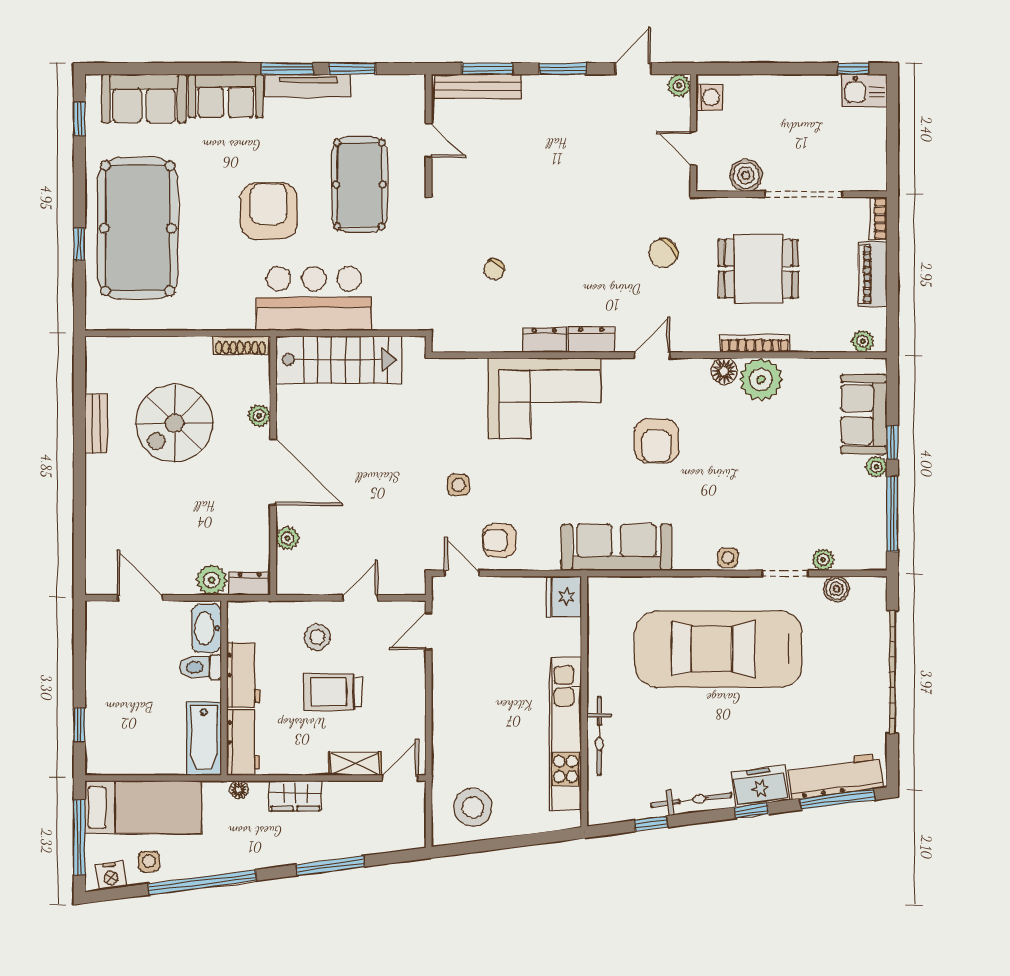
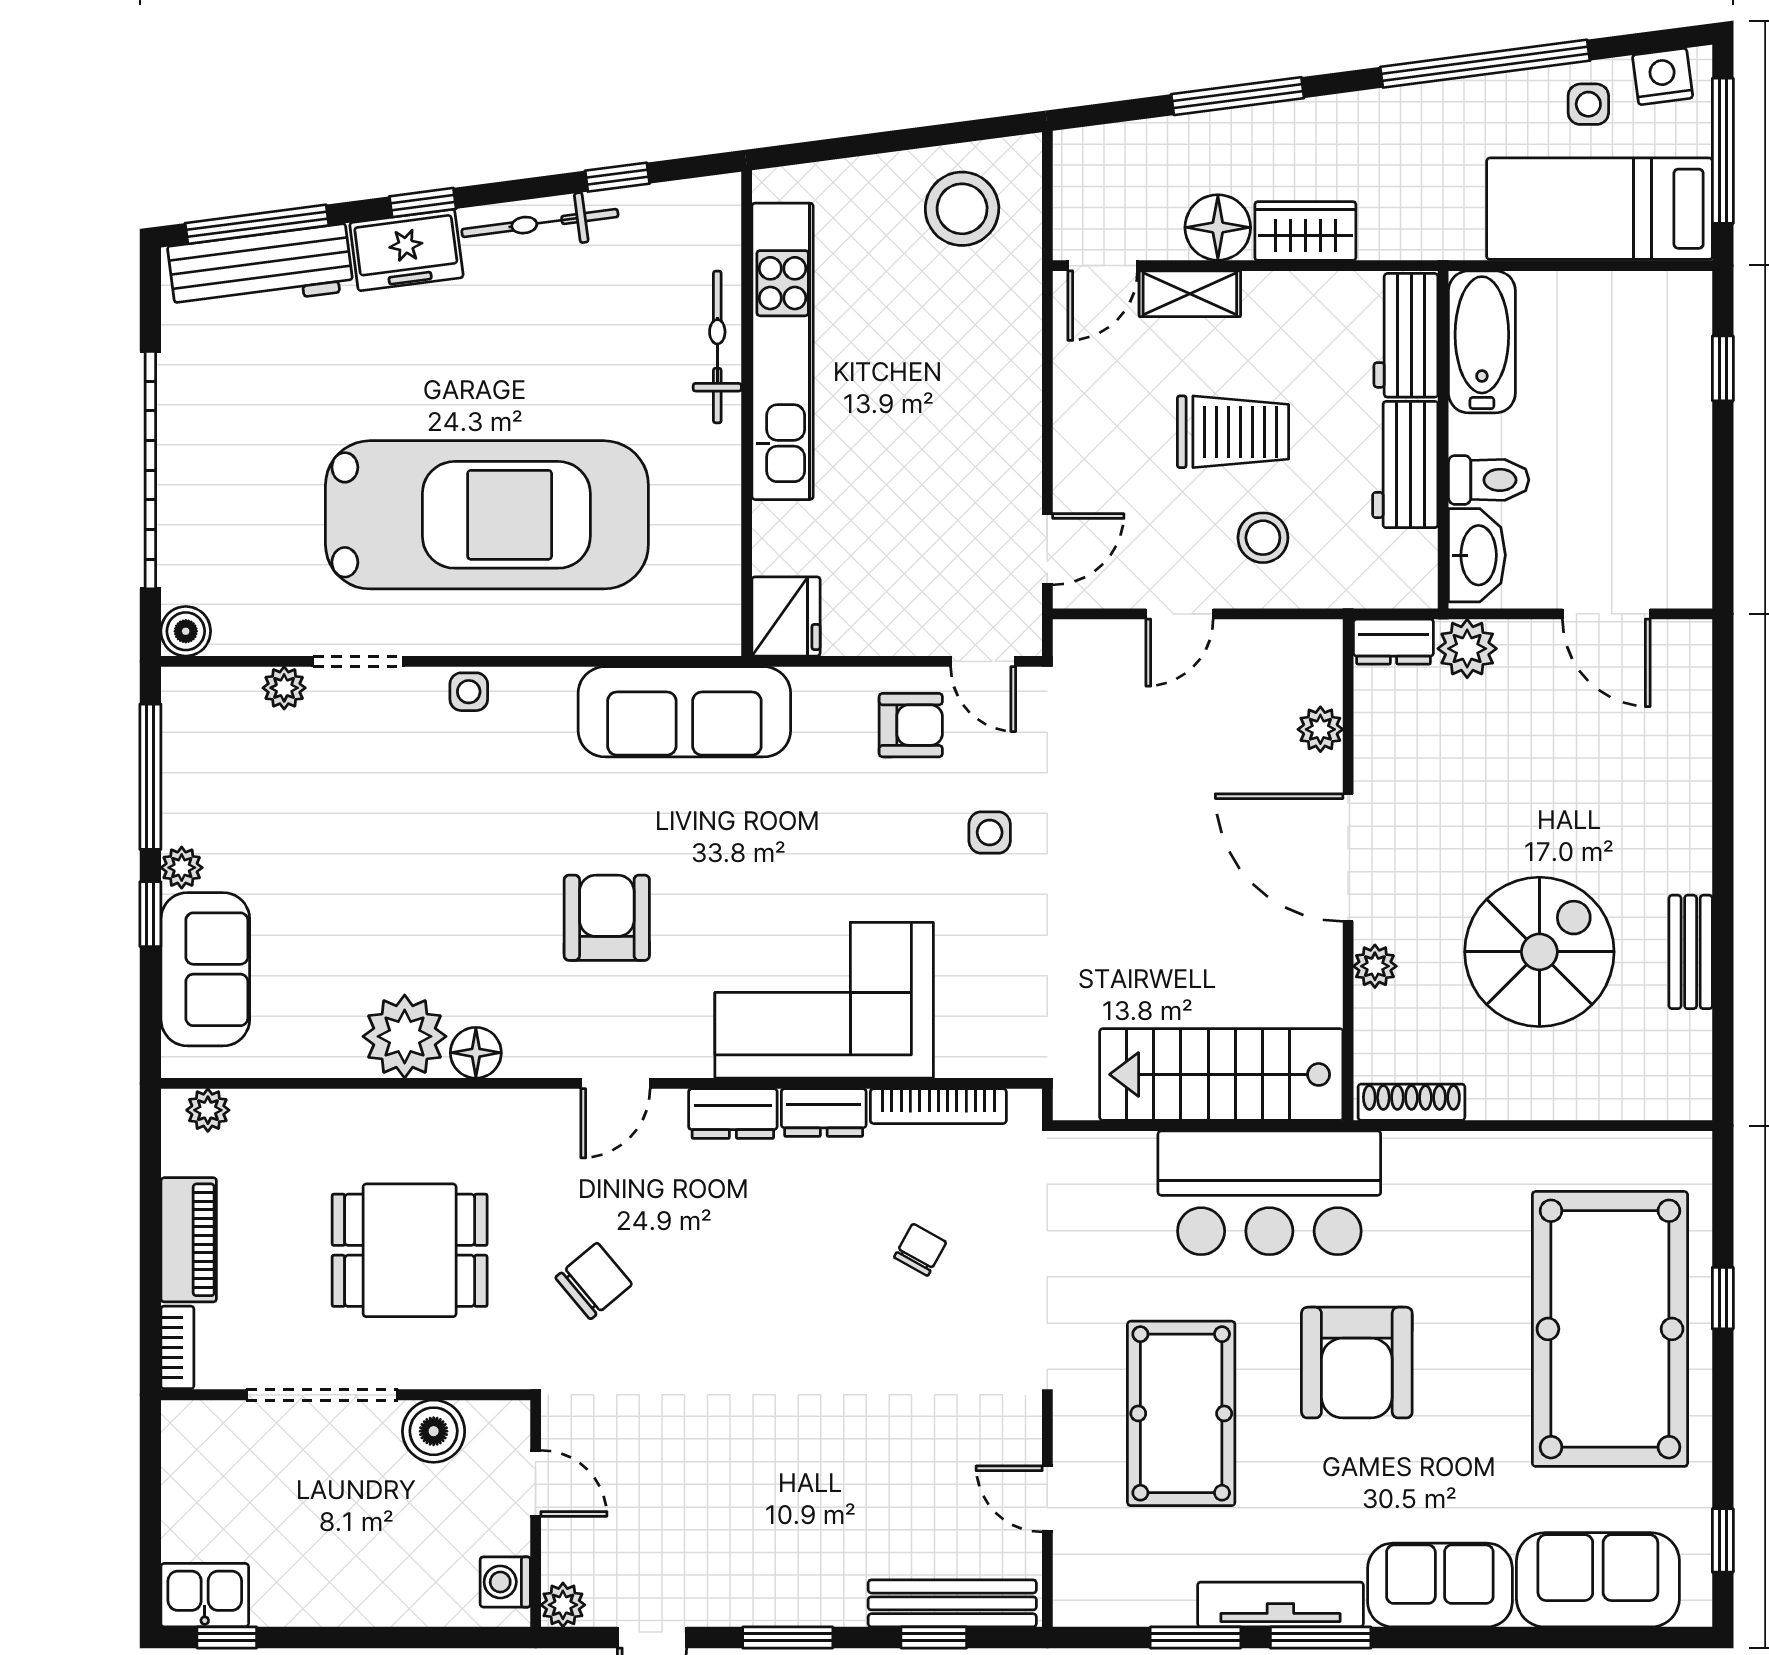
window: (487, 69) -> (934, 1637), width x0.67
bookcase: (755, 343) -> (938, 1106), moved
boiler: (836, 589) -> (186, 631), moved
floor lamp: (239, 790) -> (1218, 227), moved, width x1.89, depth x1.89

